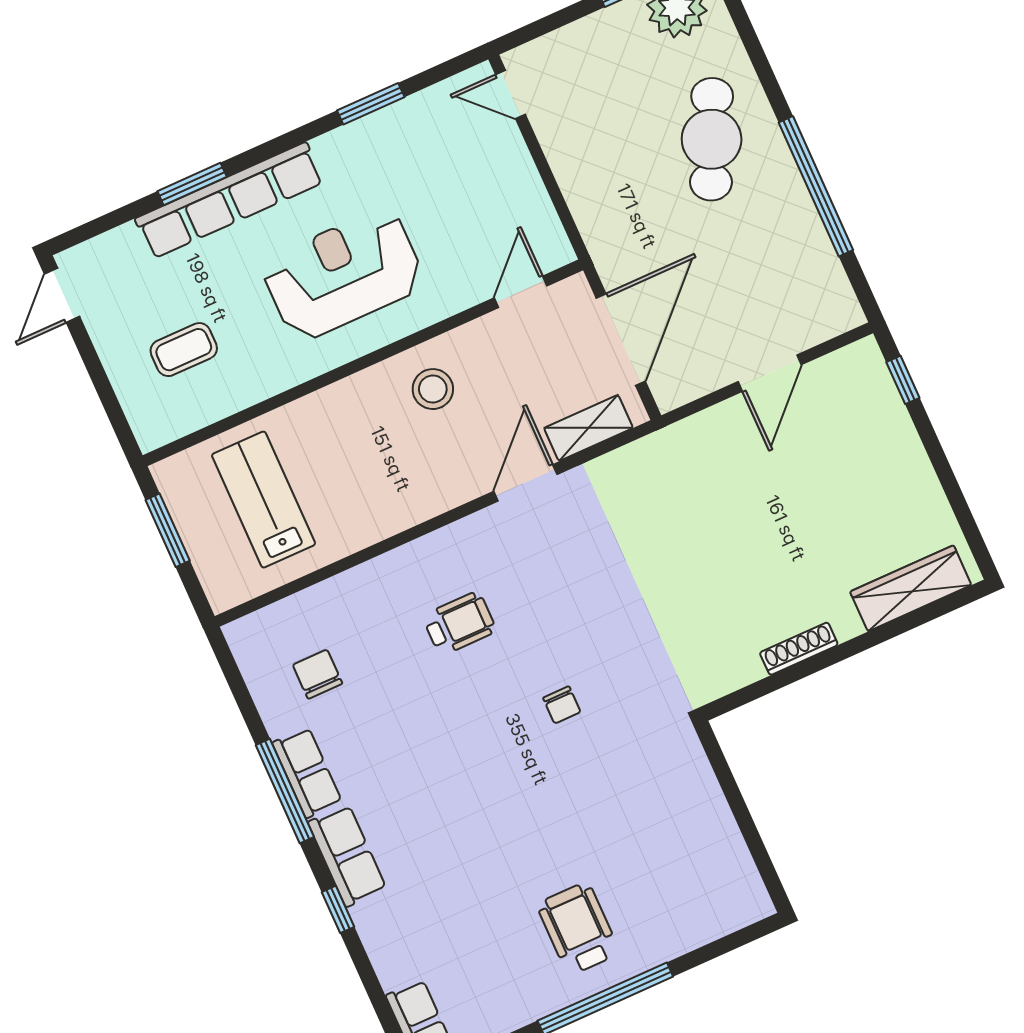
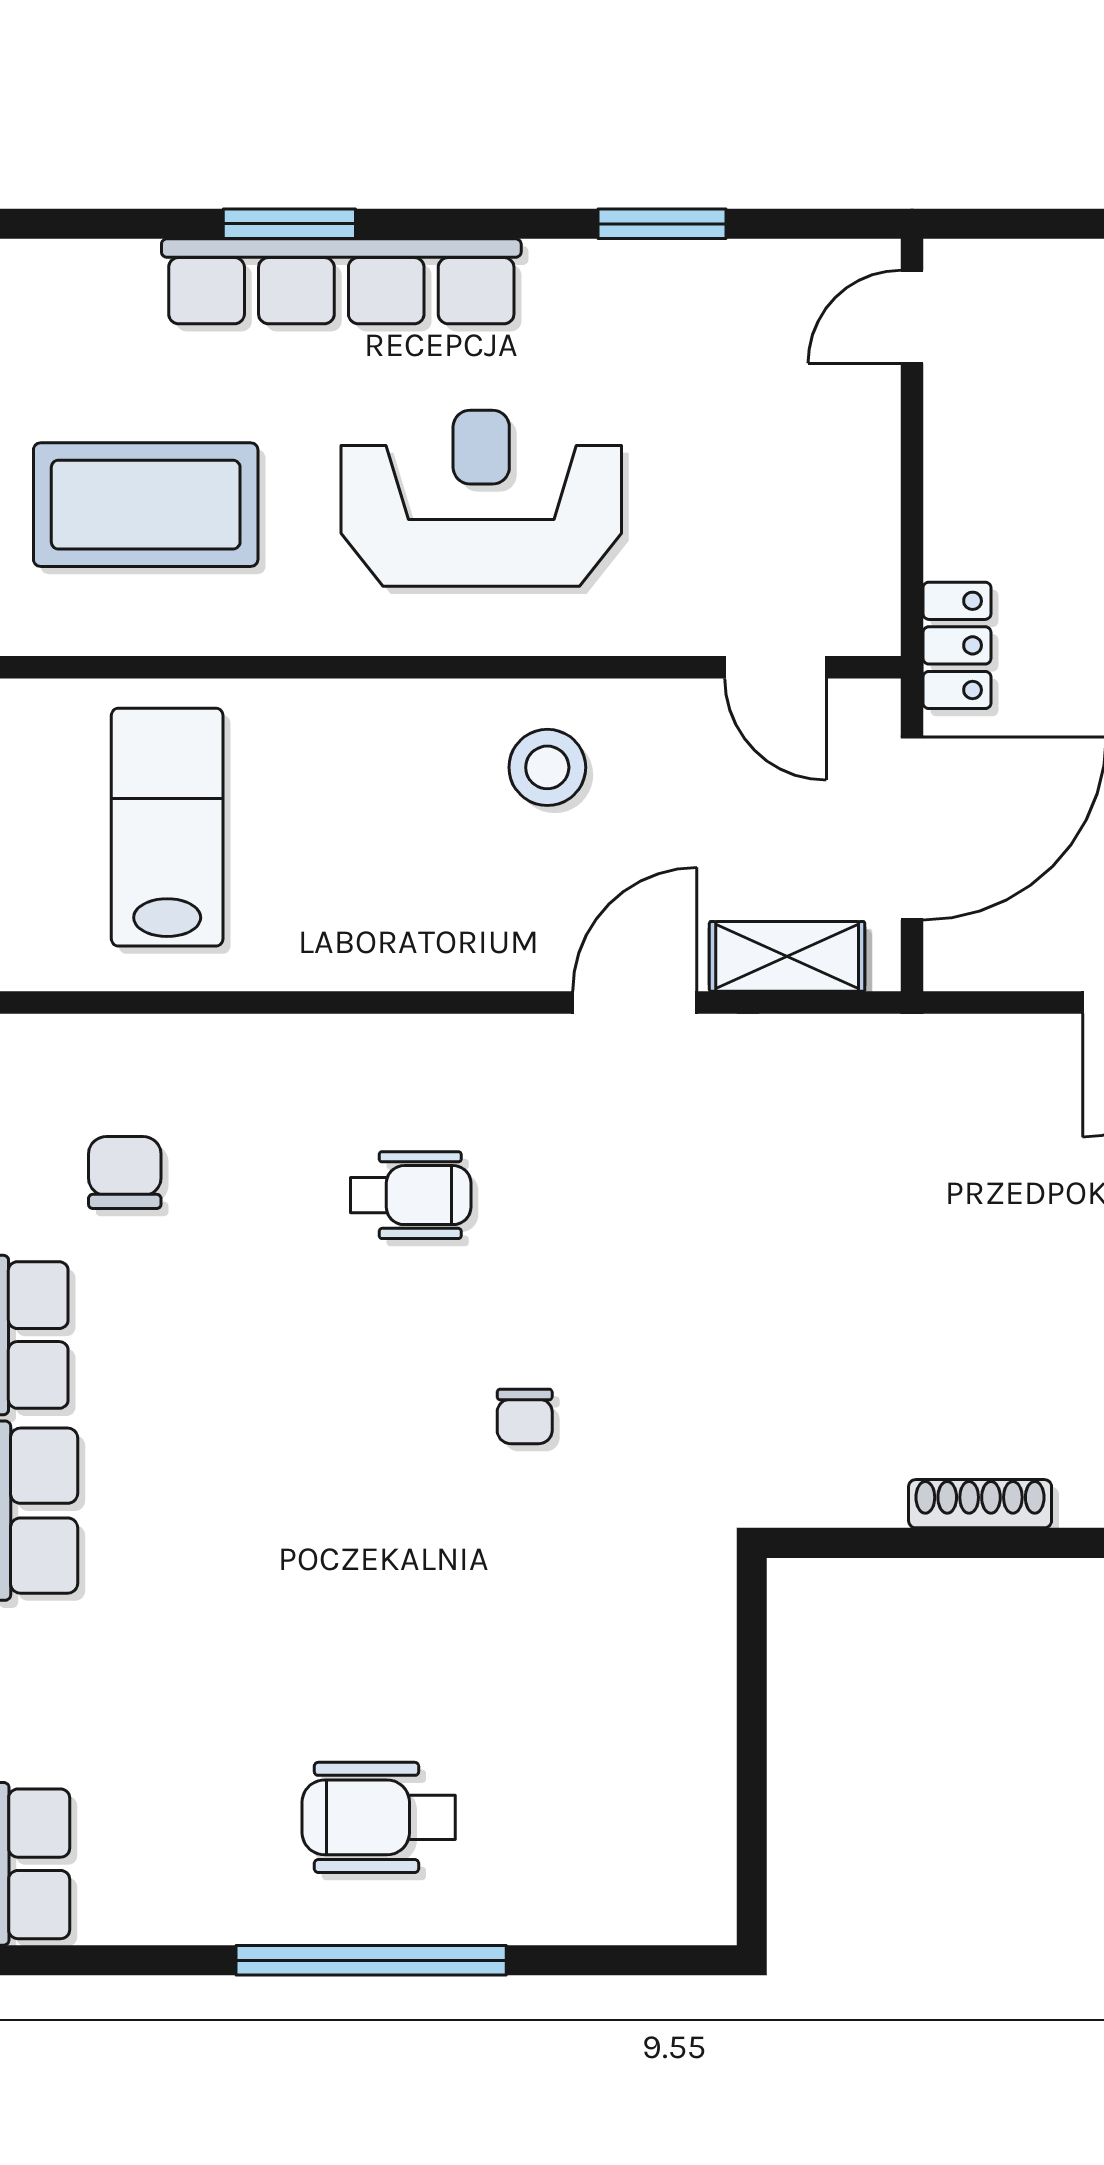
door: (511, 95) -> (912, 317), hinge flipped
locker: (603, 242) -> (957, 645), added
door: (521, 292) -> (775, 667), swing flipped
coffee table: (184, 350) -> (146, 505), width x1.86, depth x1.72
wheelchair: (578, 929) -> (379, 1817), turned -90

